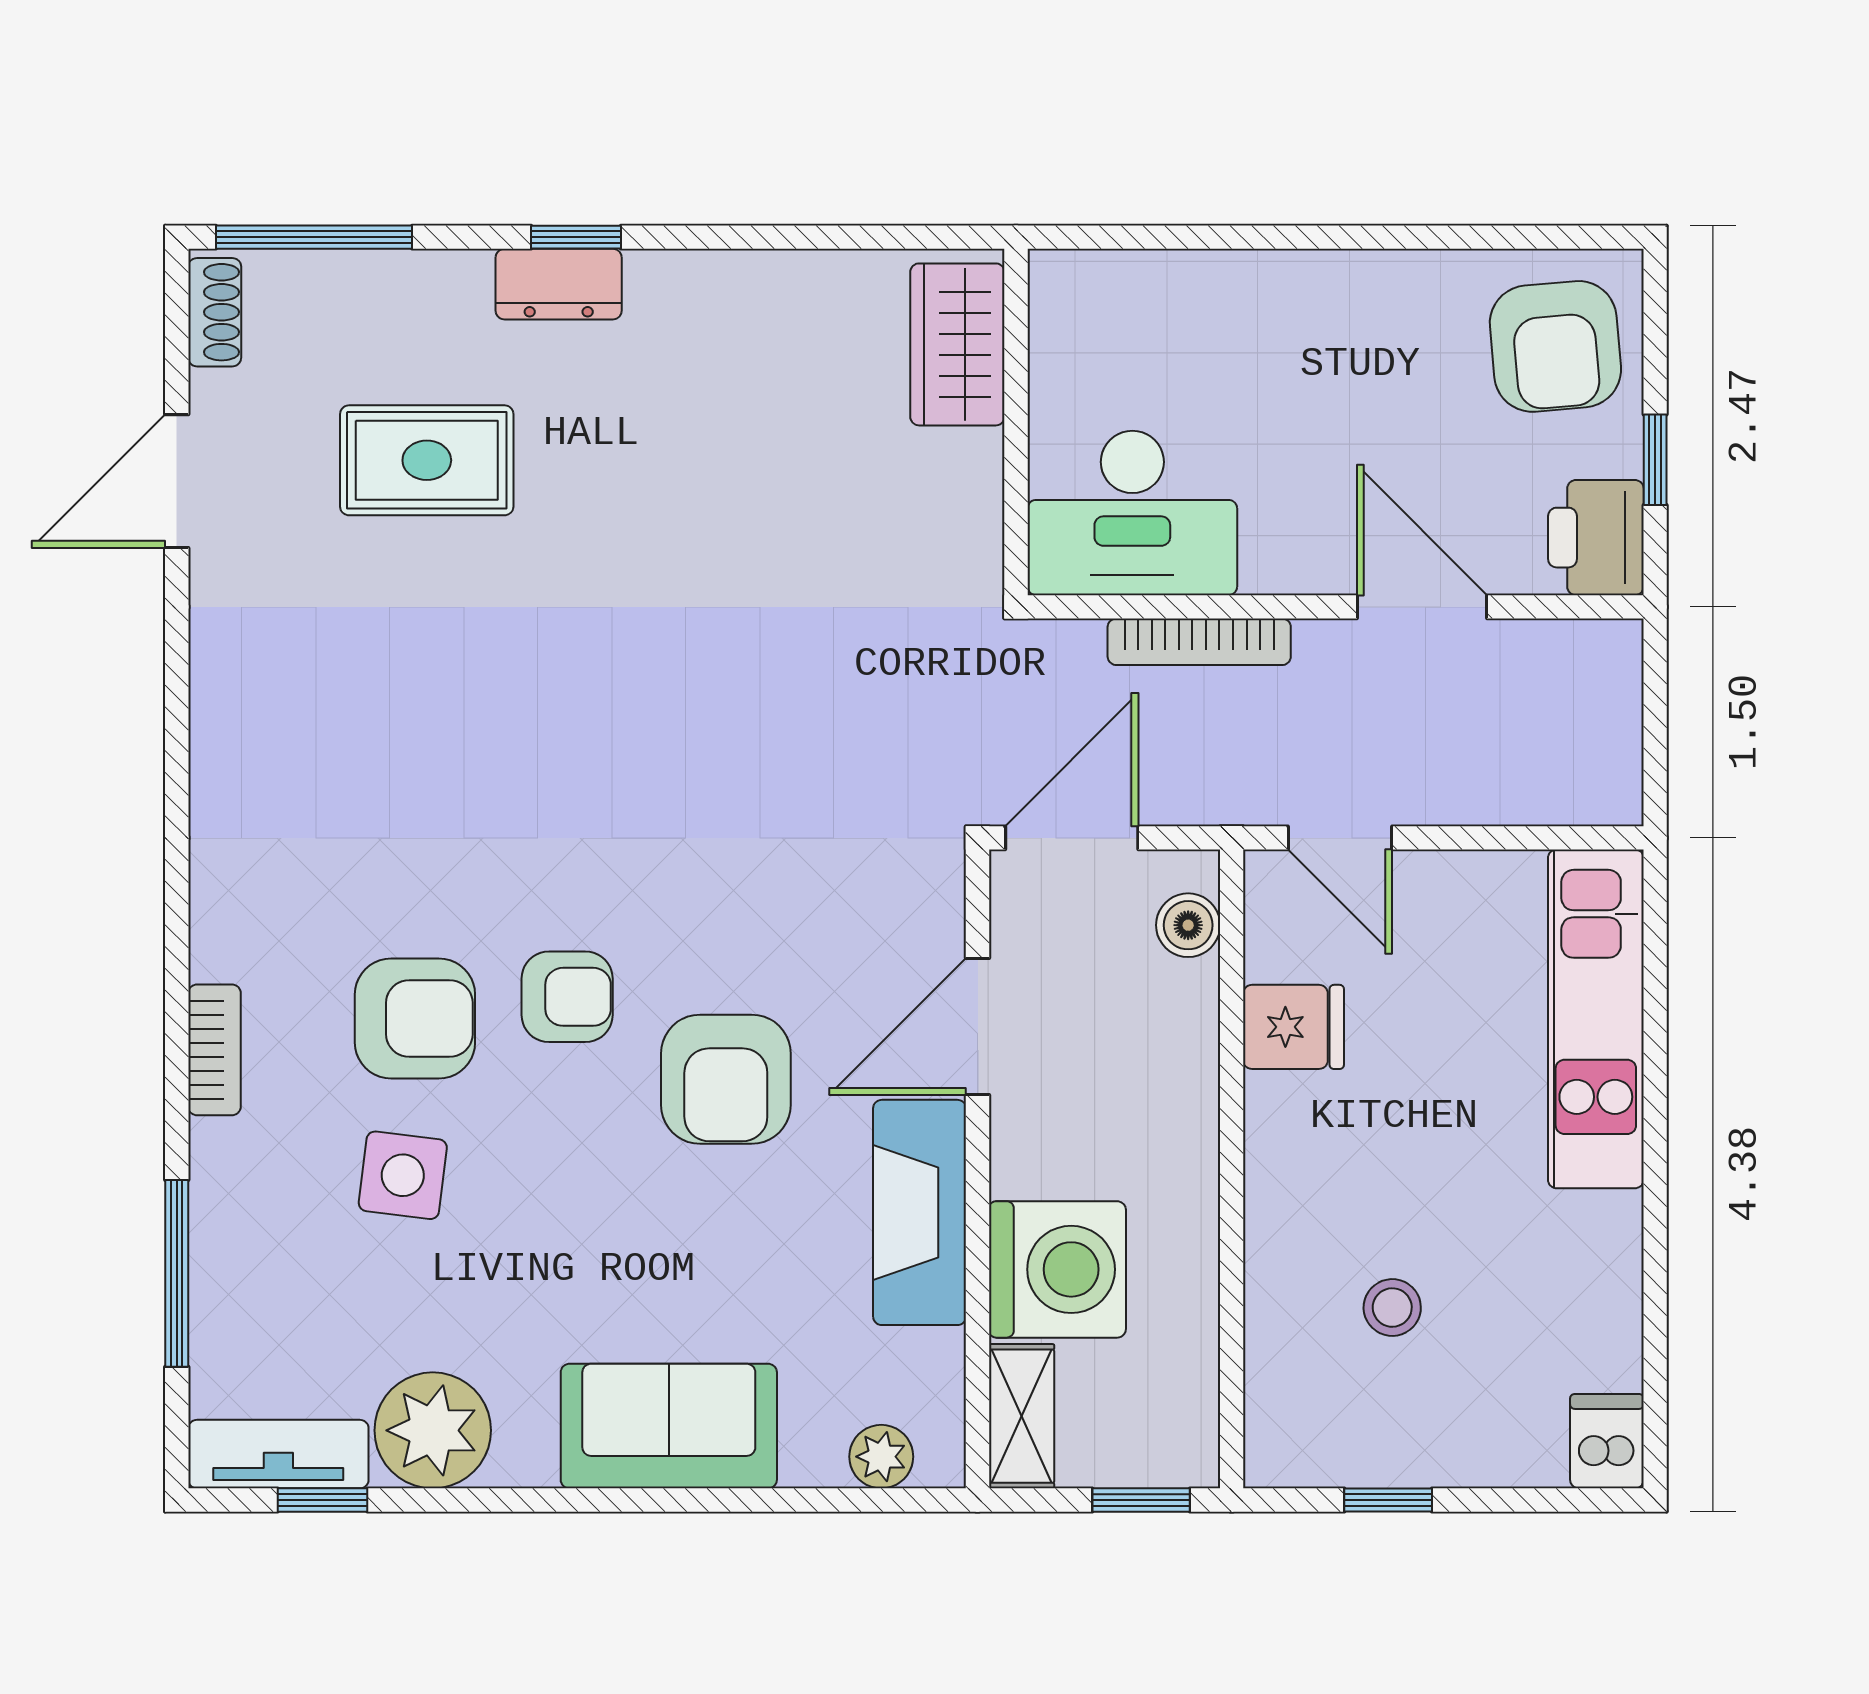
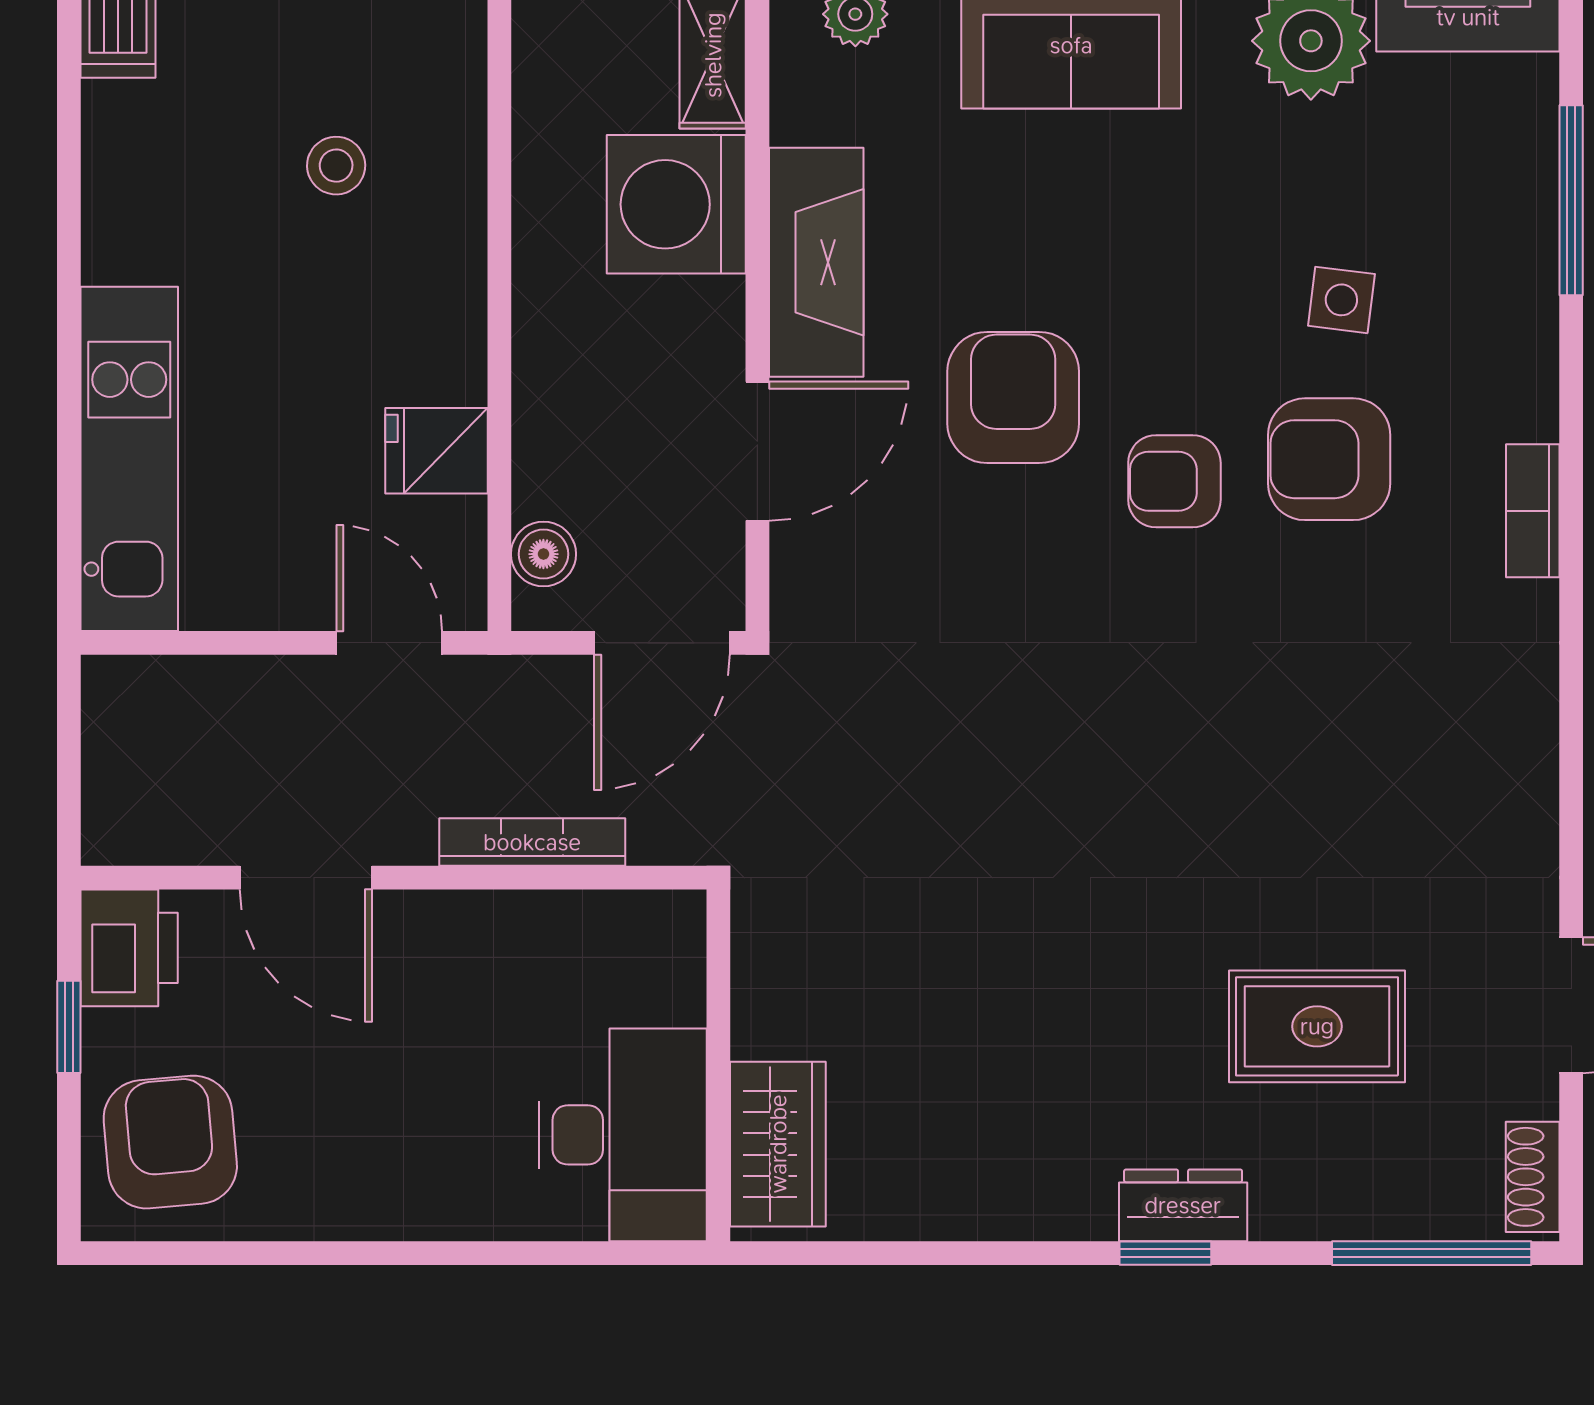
desk: (1132, 513) -> (623, 1135), moved, turned 90
bookcase: (214, 1050) -> (1533, 511), moved
side table: (403, 1175) -> (1341, 300), width x0.73, depth x0.73

